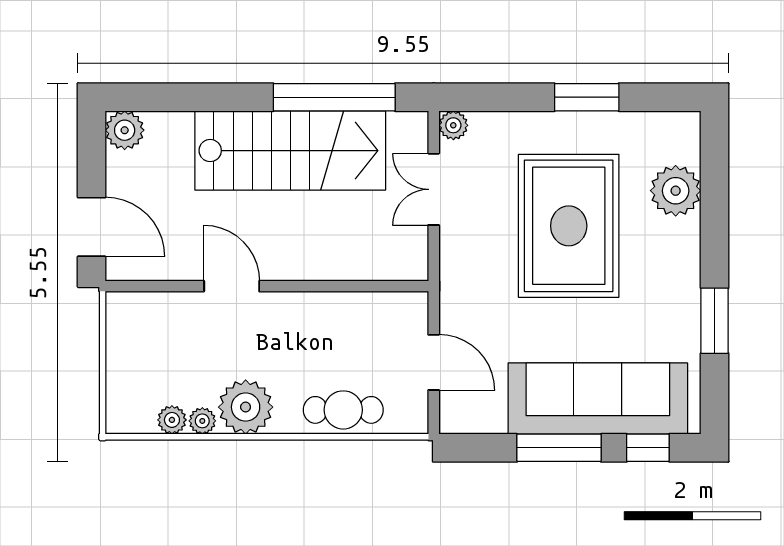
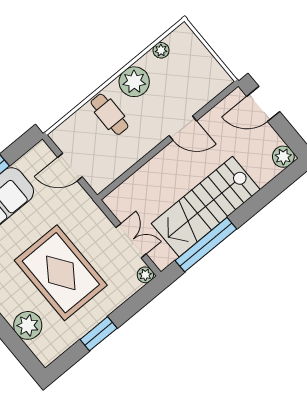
cafe table: (343, 410) -> (109, 114), moved, turned 90
plant: (202, 421) -> (148, 61), removed

